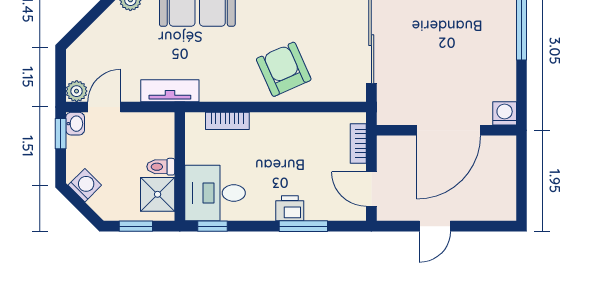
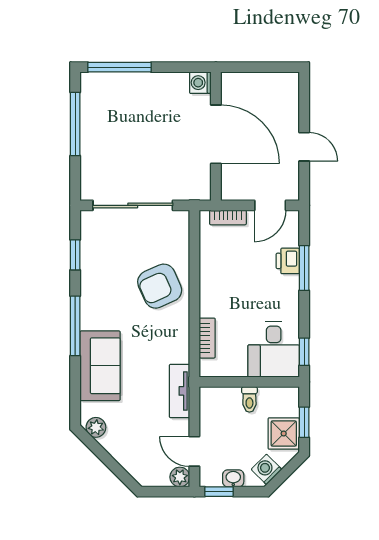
washbasin: (75, 124) -> (233, 478), moved
shower: (158, 194) -> (284, 434), moved
printer: (290, 208) -> (288, 261), moved

